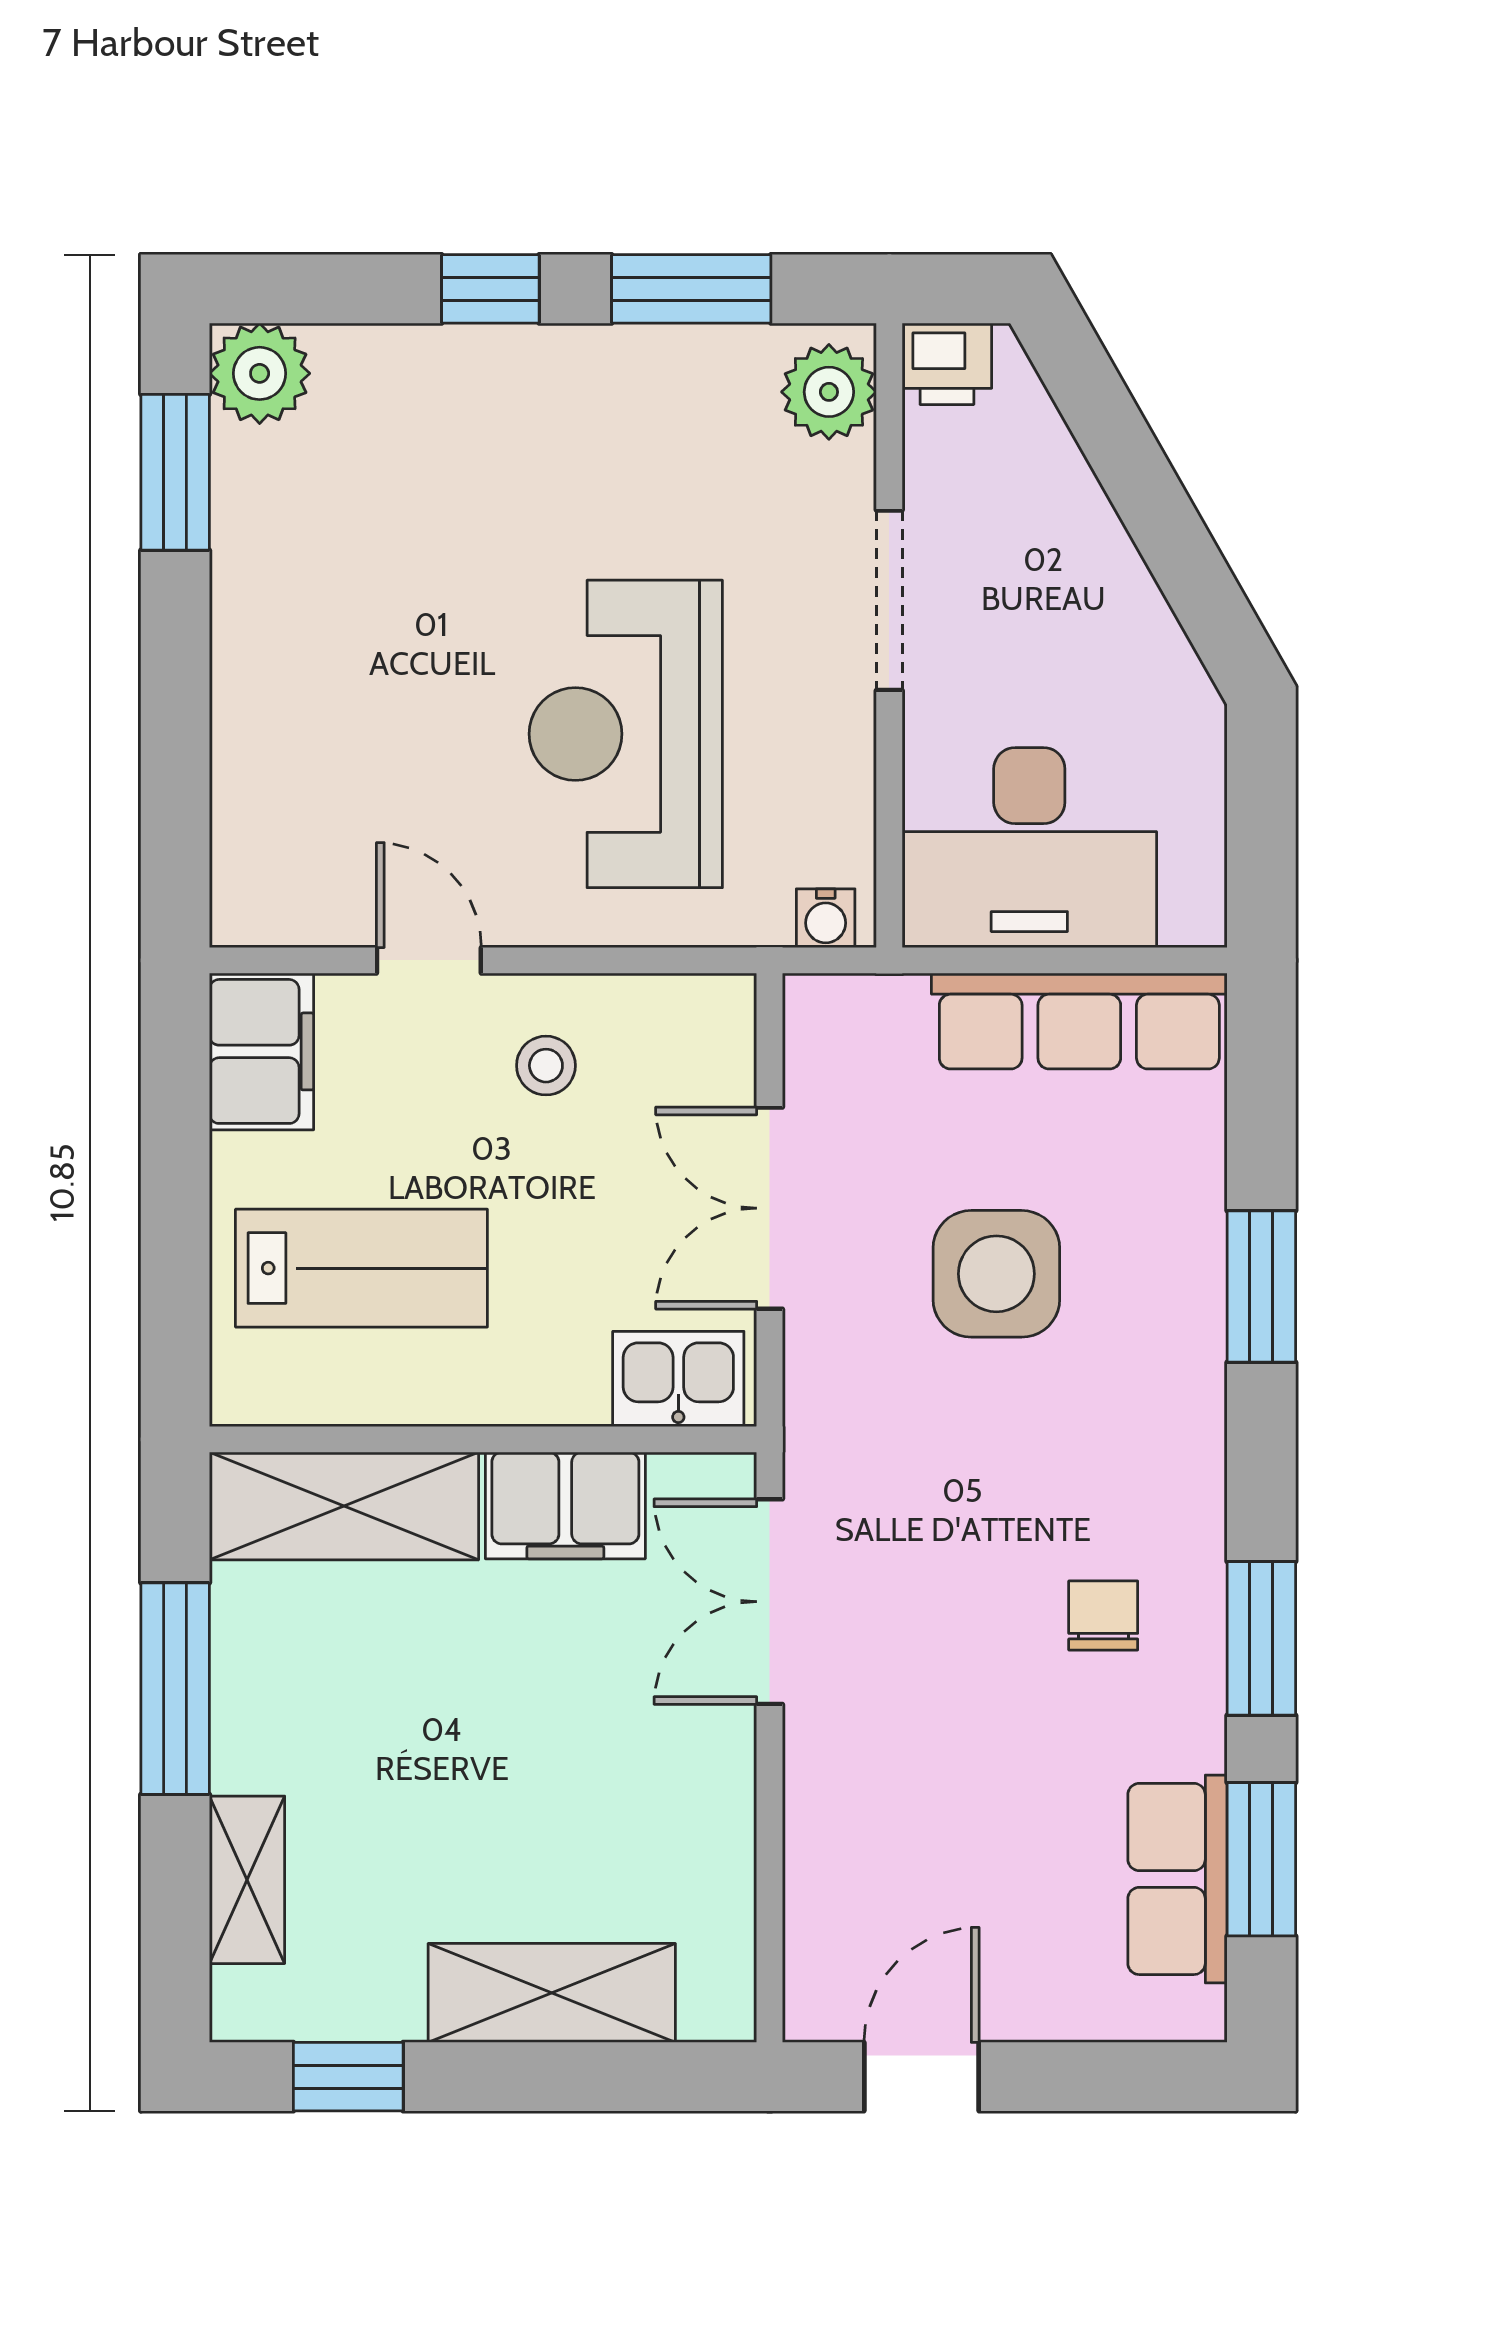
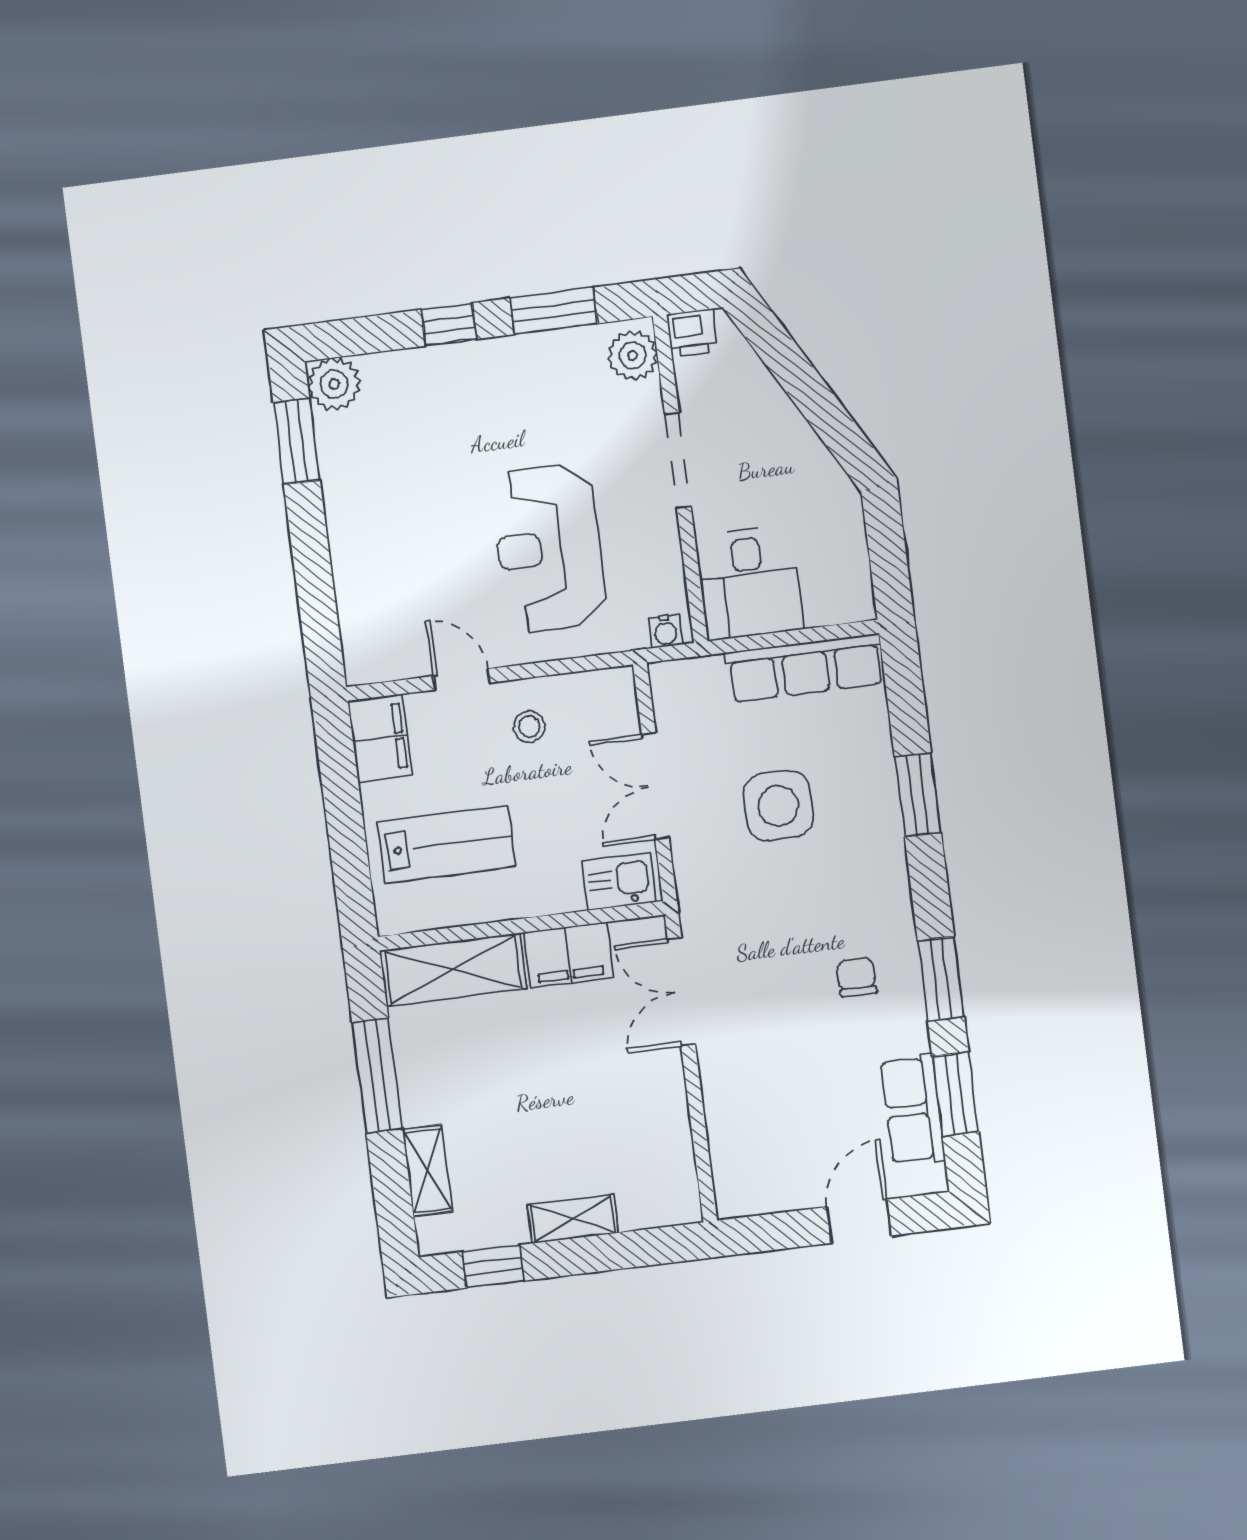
desk: (1029, 848) -> (749, 583), width x0.73
shelving: (552, 1993) -> (573, 1219), width x0.67, depth x0.75
door: (921, 2077) -> (859, 1221), moved

